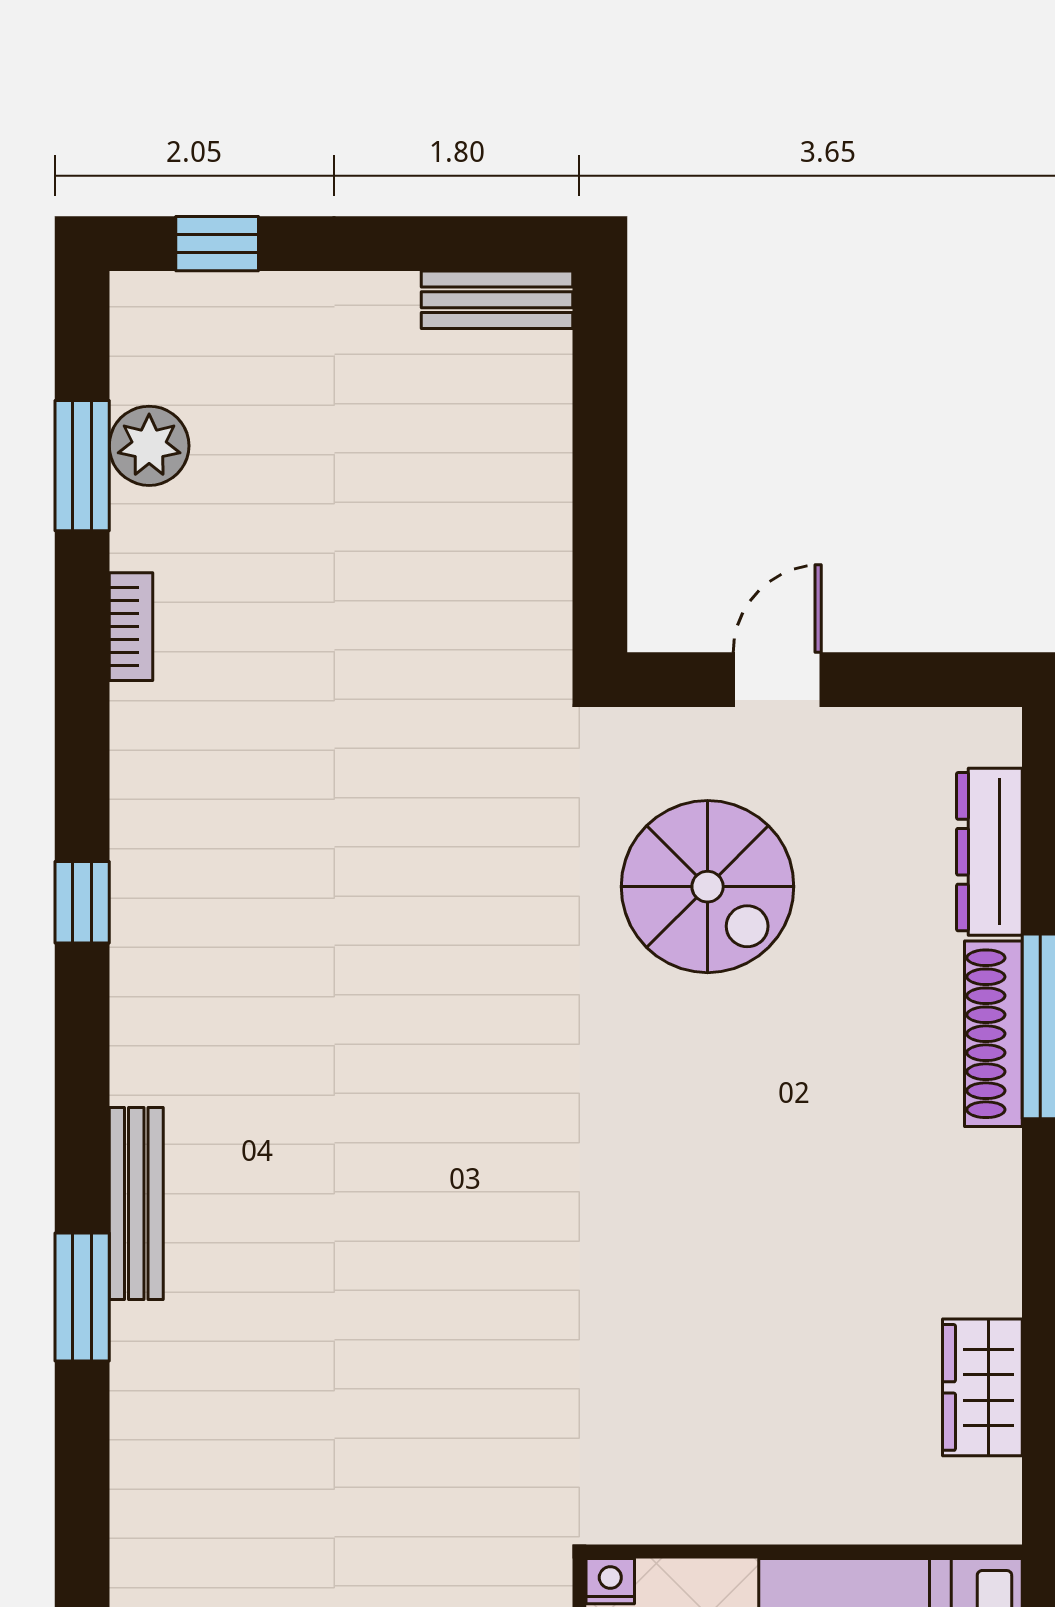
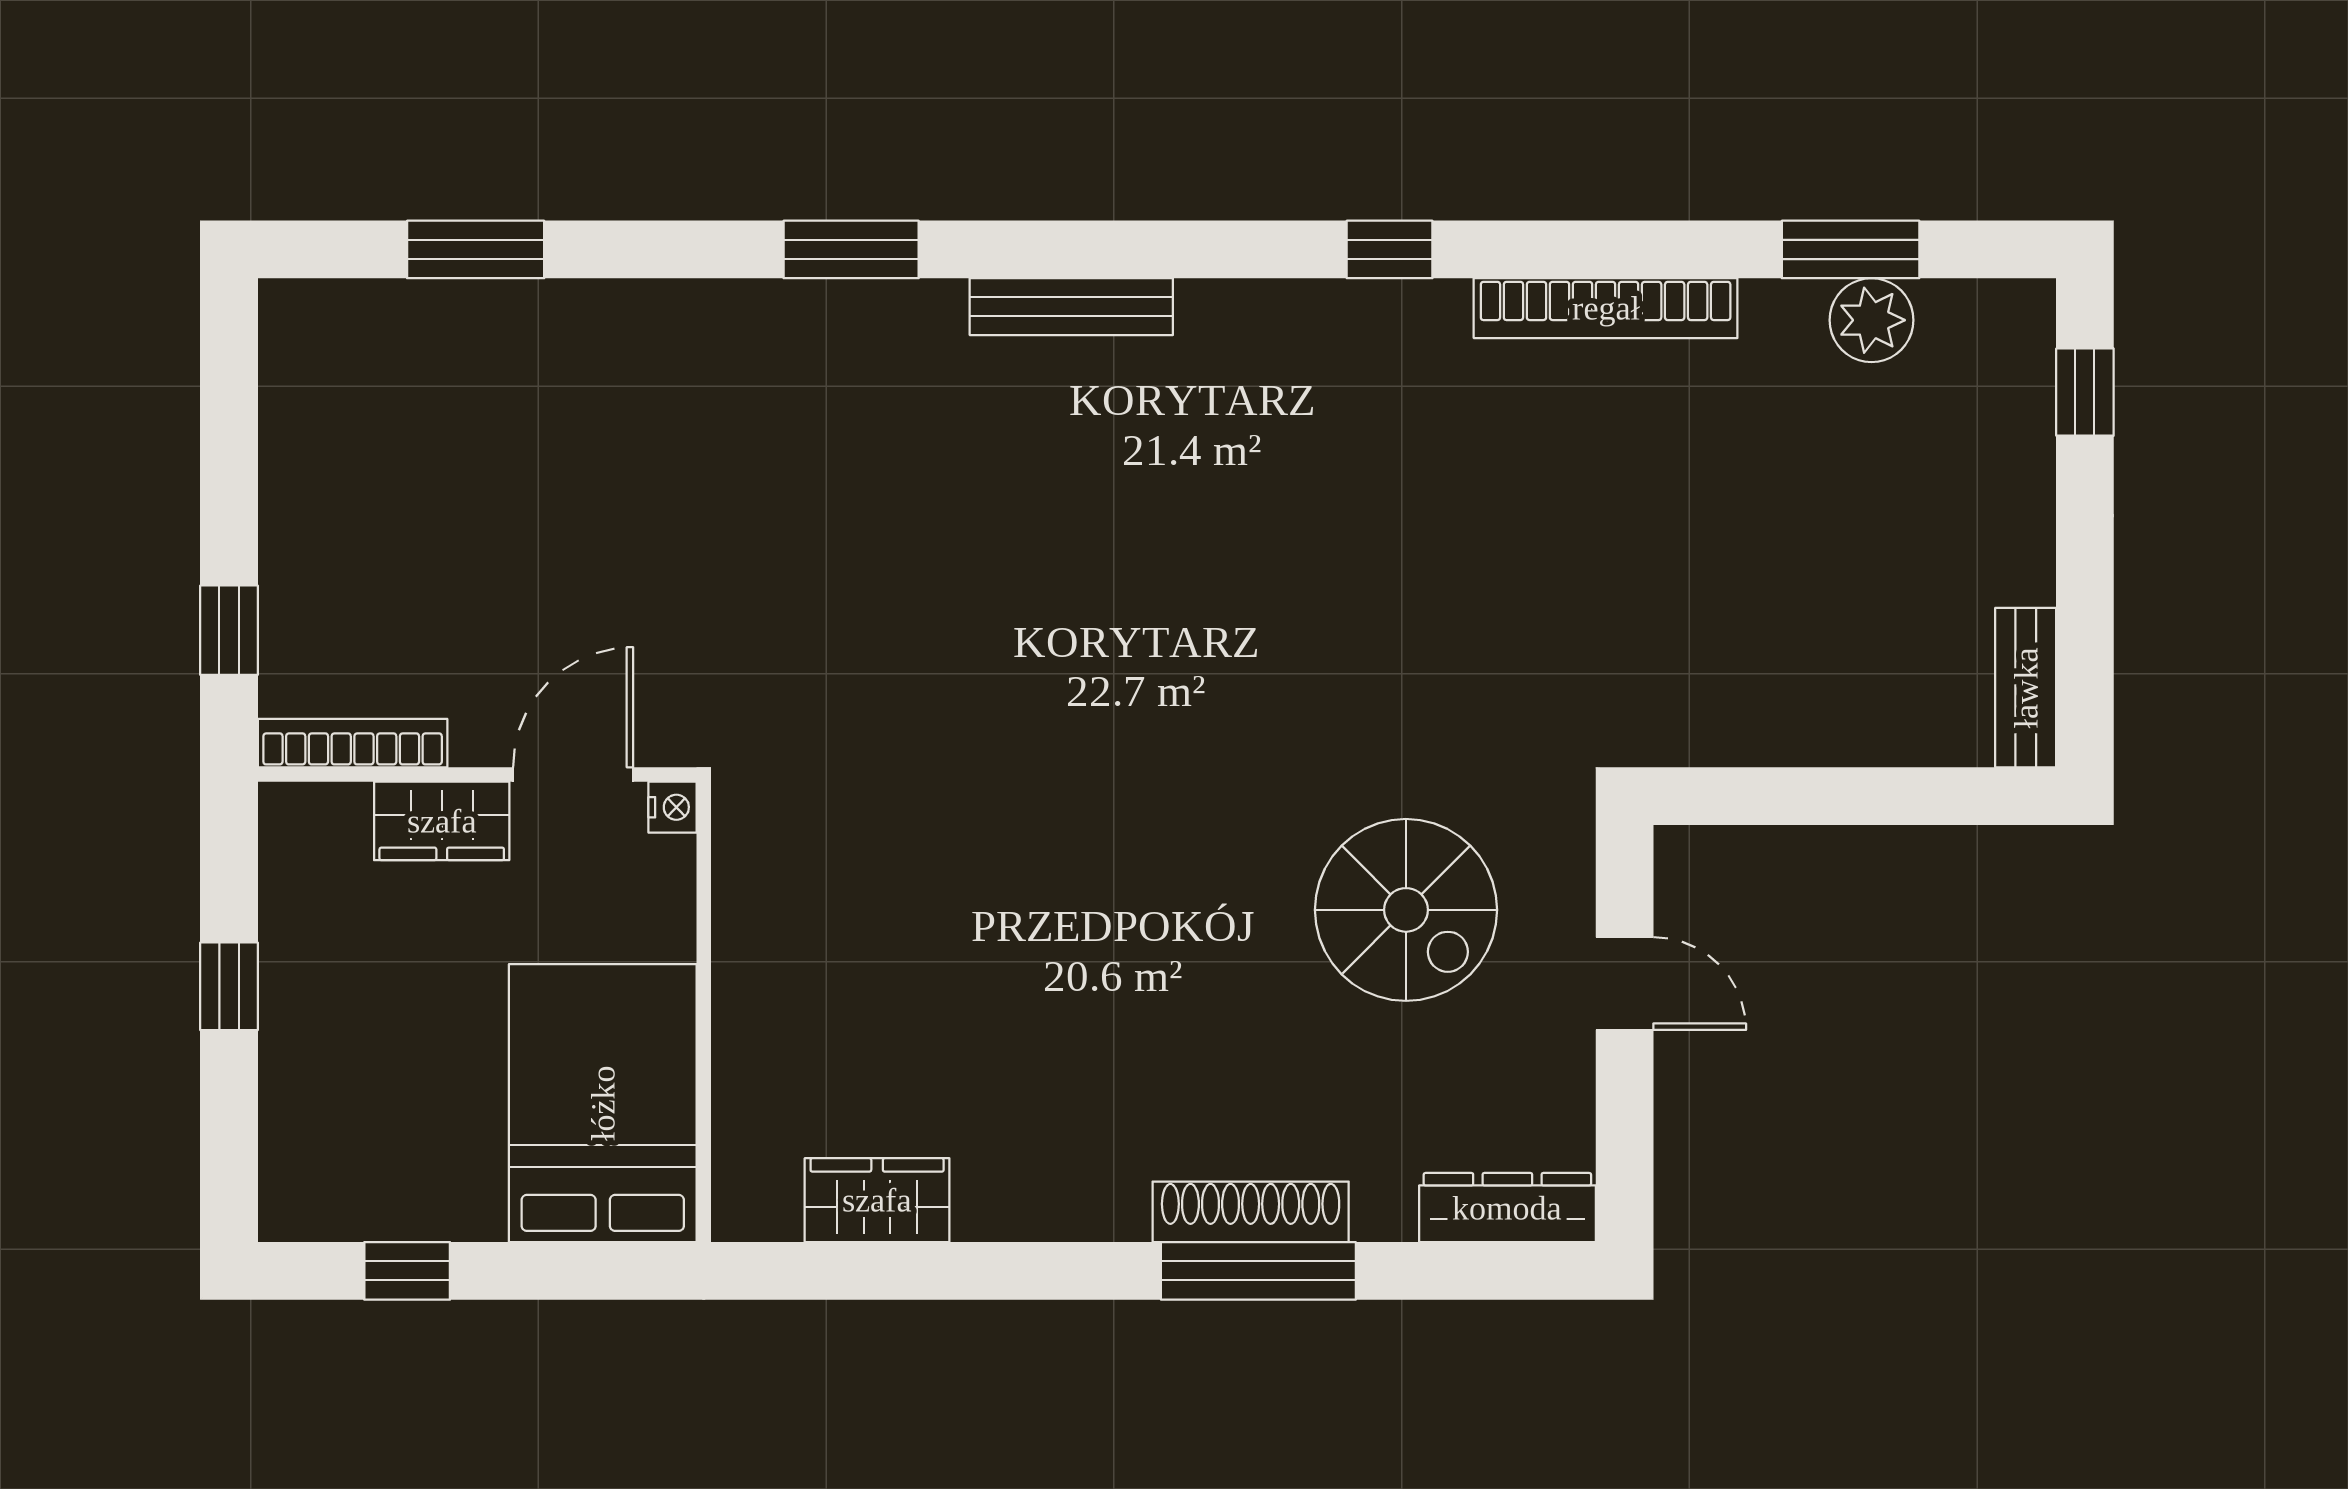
bookcase: (131, 627) -> (1606, 308), width x2.31, depth x1.31
dresser: (989, 852) -> (1507, 1208), moved
spiral stairs: (708, 887) -> (1406, 910), turned -90
window: (82, 1297) -> (851, 249), moved

